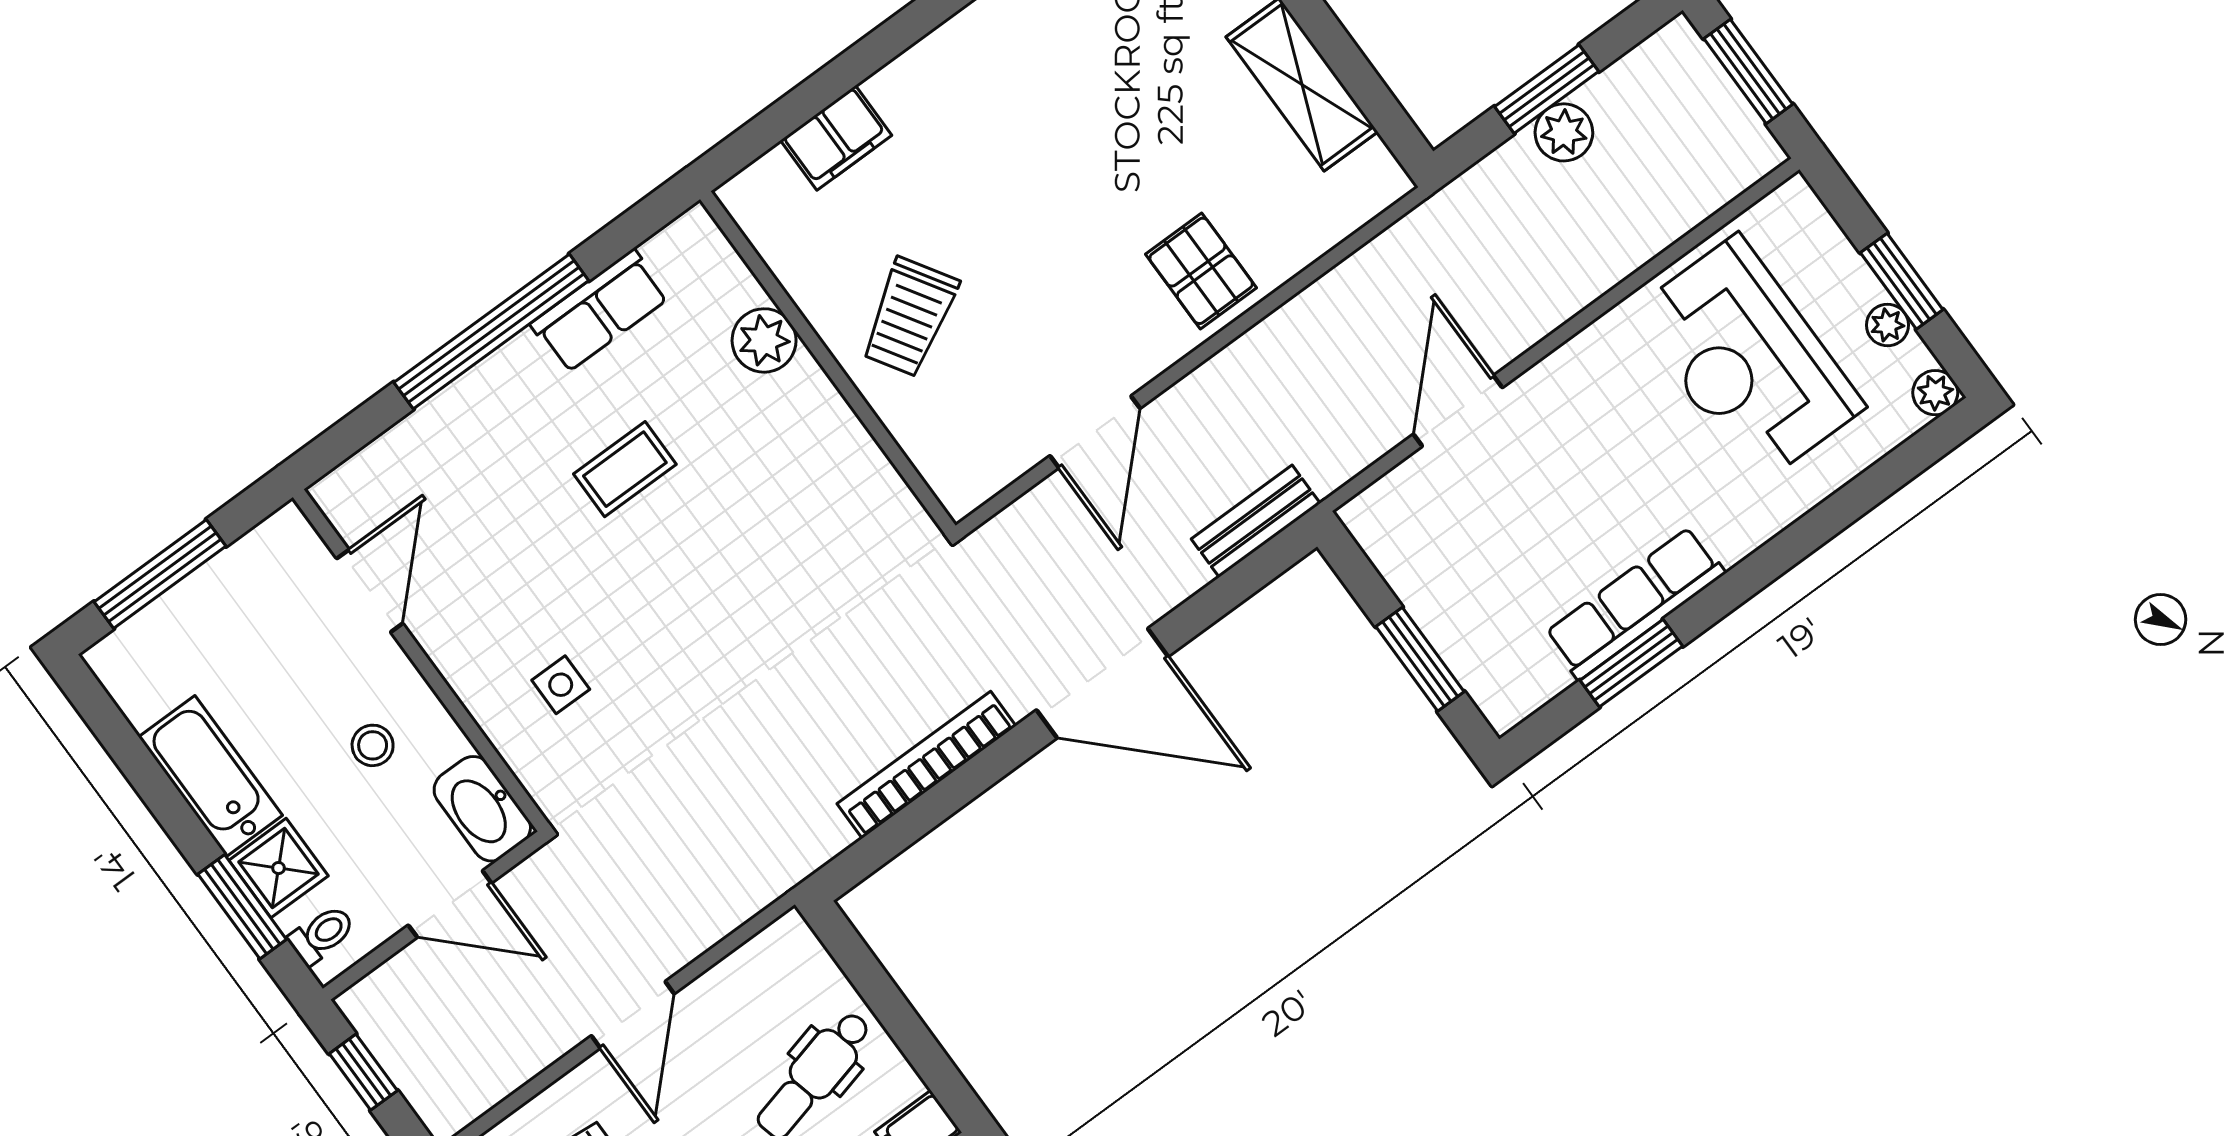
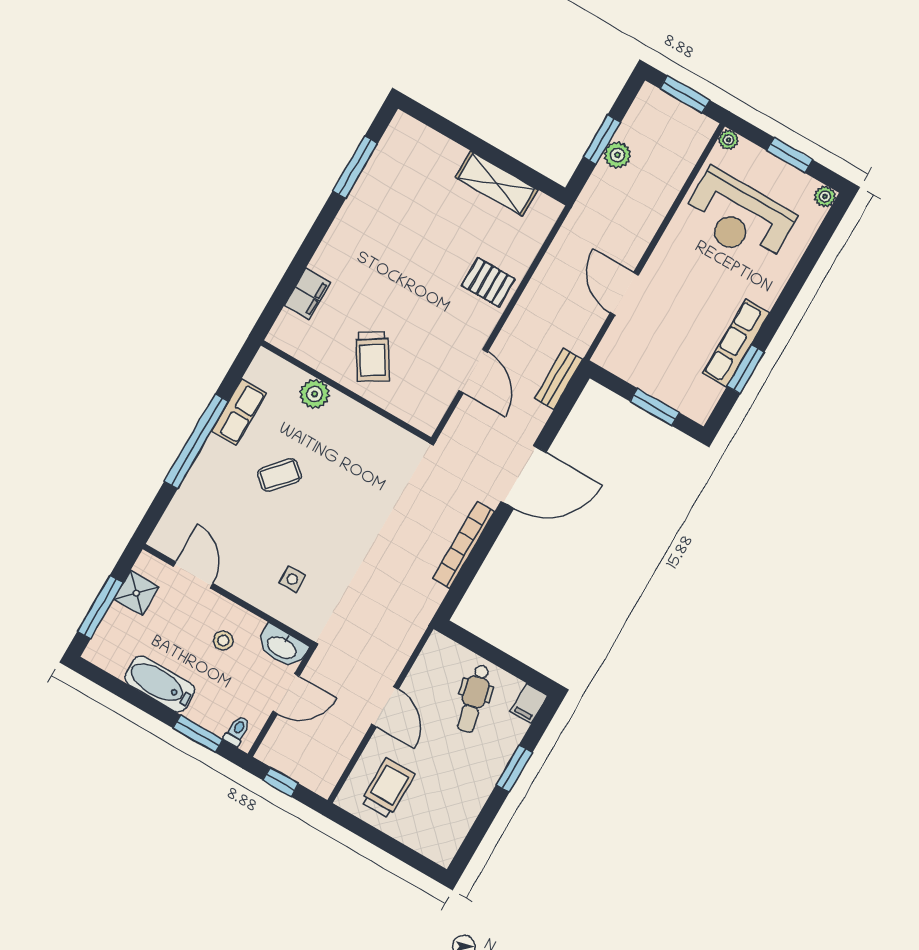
plant: (1888, 325) -> (728, 140), moved
coffee table: (625, 469) -> (279, 475), turned 41
shower: (278, 868) -> (136, 593), moved

